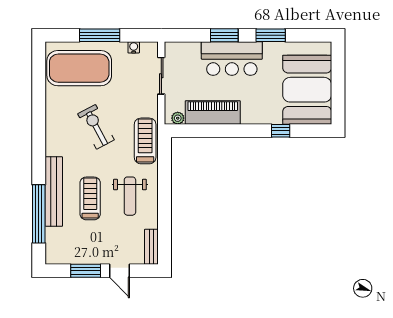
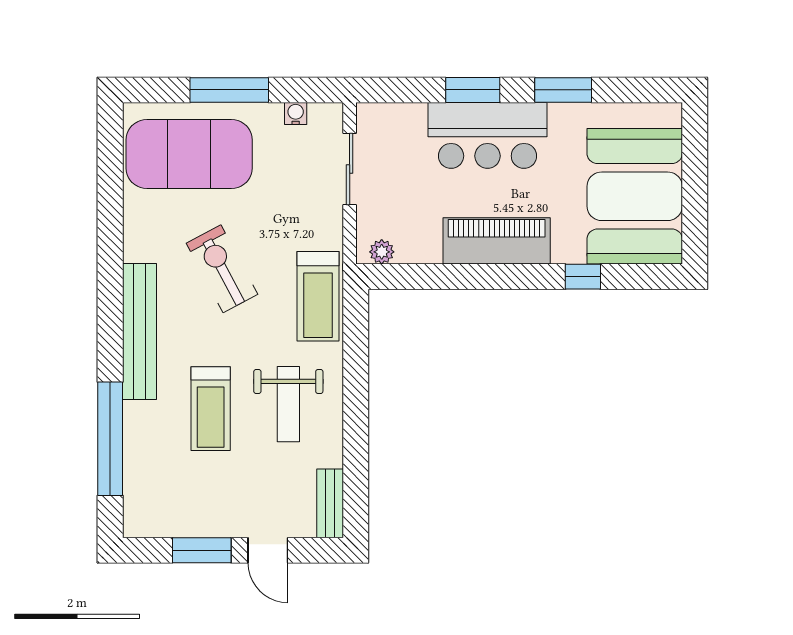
piano: (213, 113) -> (497, 241), moved
treadmill: (145, 141) -> (318, 296), turned 180
bench: (54, 192) -> (139, 331), moved
treadmill: (90, 198) -> (211, 409), turned 180

